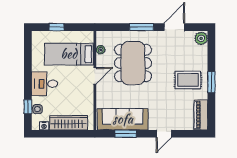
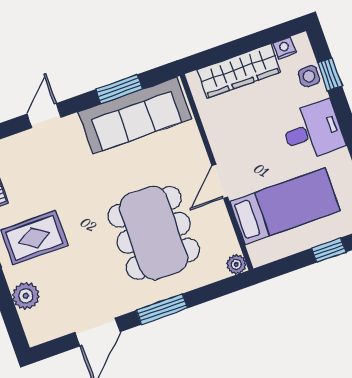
plant: (201, 38) -> (26, 296), moved
plant: (101, 50) -> (236, 264), moved

